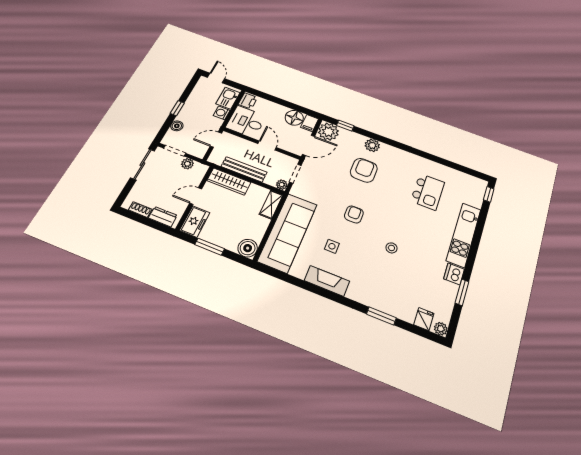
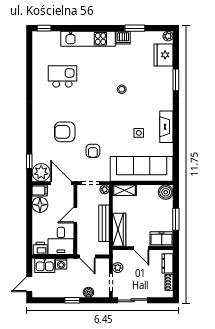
plant: (372, 145) -> (39, 133), removed
armchair: (354, 214) -> (93, 151), moved, turned -90
fridge: (424, 319) -> (164, 55), width x1.88, depth x1.34

